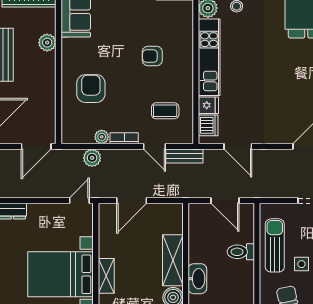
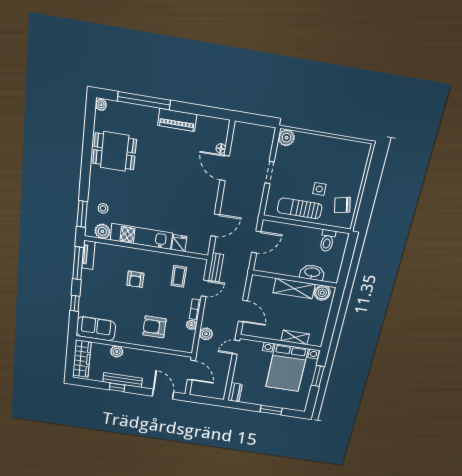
dishwasher: (208, 125) -> (195, 246), removed
door: (79, 201) -> (236, 347), hinge flipped
toilet: (241, 252) -> (327, 241), moved

